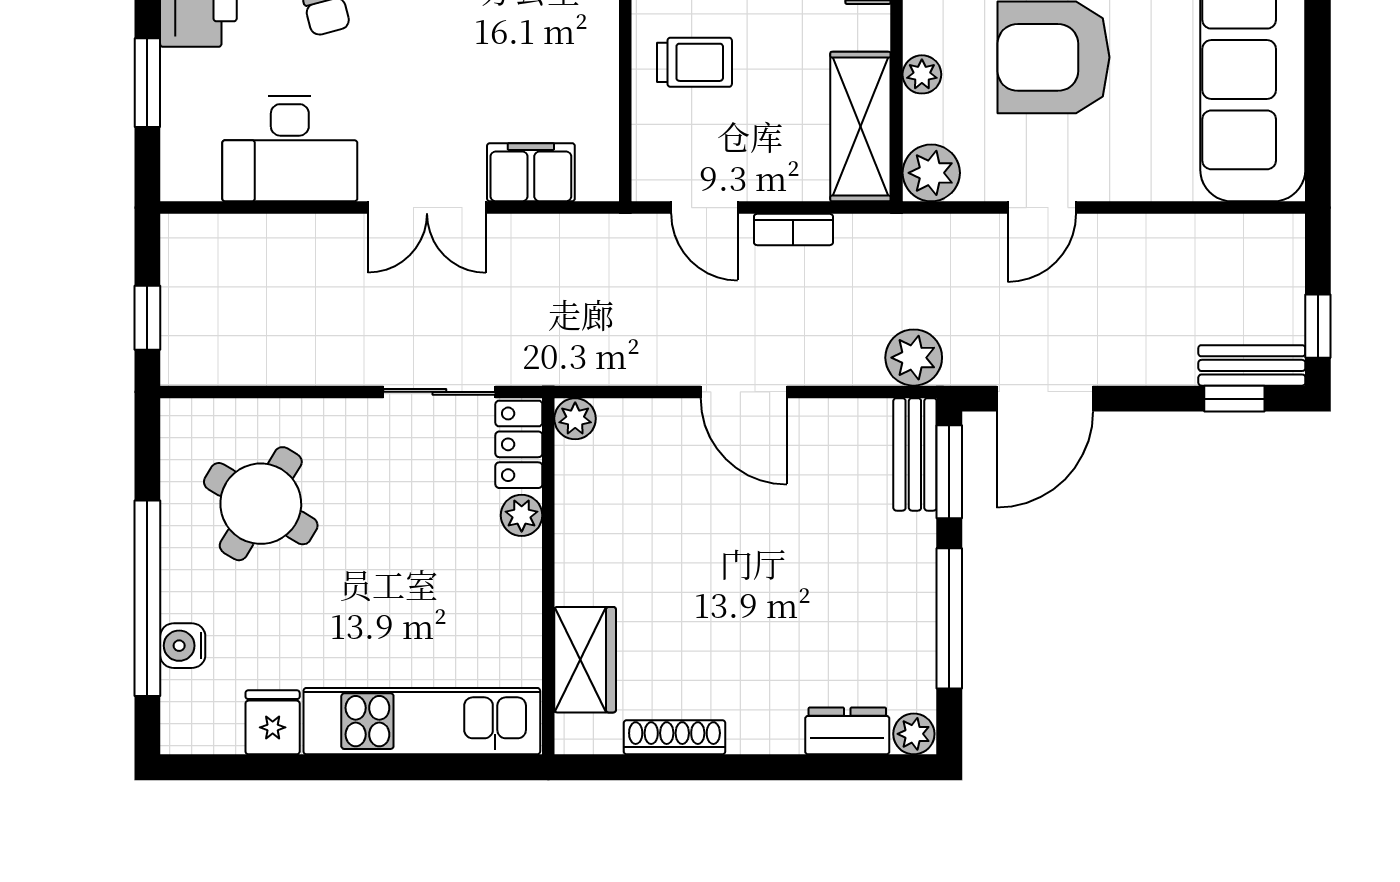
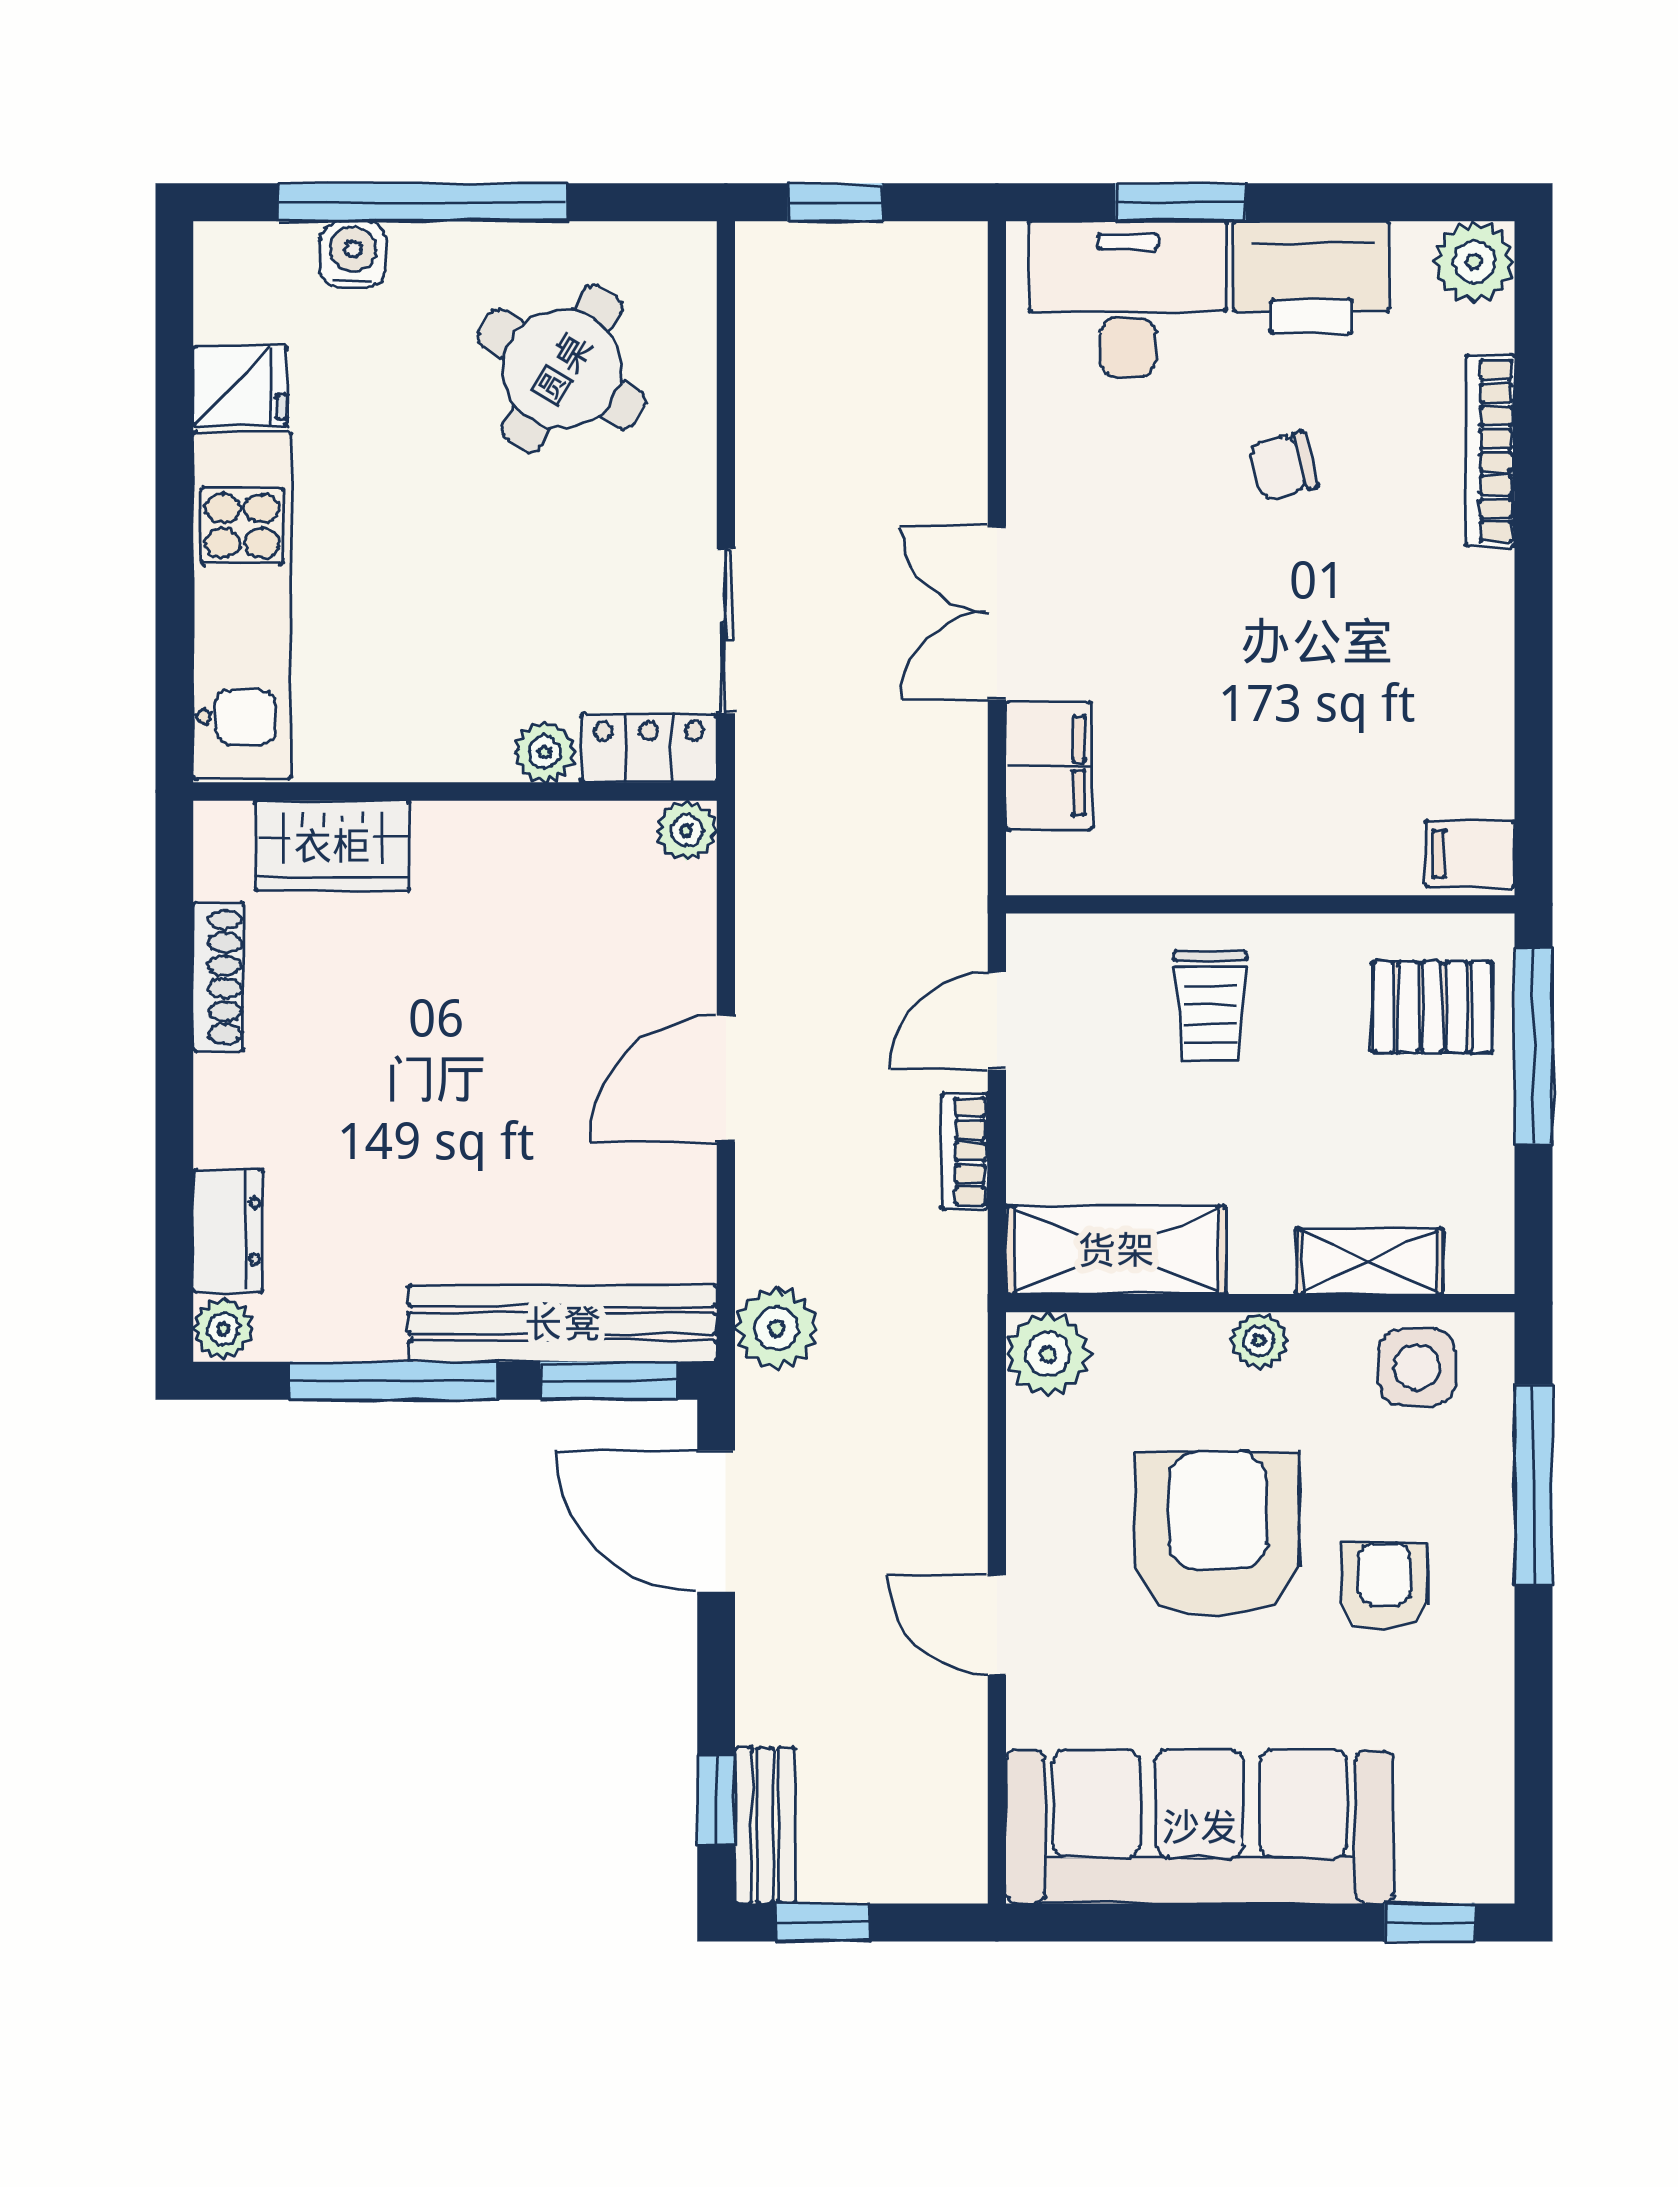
plant: (922, 74) -> (1259, 1340), moved
desk: (290, 148) -> (1128, 299), moved, turned 90
door: (1042, 208) -> (997, 1625), moved
bench: (915, 454) -> (563, 1324), width x1.86, depth x1.21

